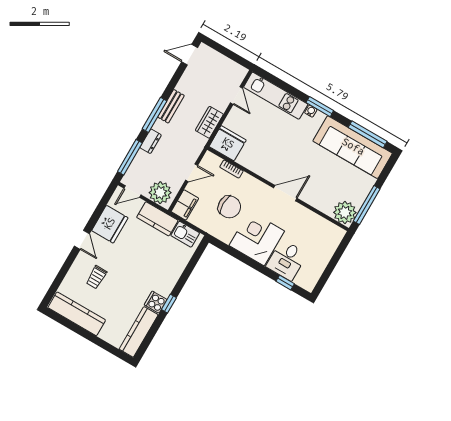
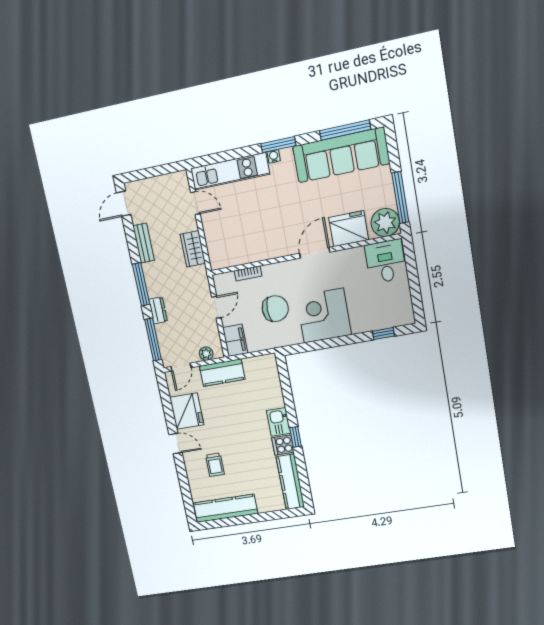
bench: (171, 106) -> (144, 243), moved
fridge: (228, 143) -> (349, 229), moved
plant: (160, 193) -> (206, 354), width x0.53, depth x0.53
kitchen sink: (185, 234) -> (278, 422), moved, turned 90
desk: (287, 260) -> (386, 262), moved, turned 180

